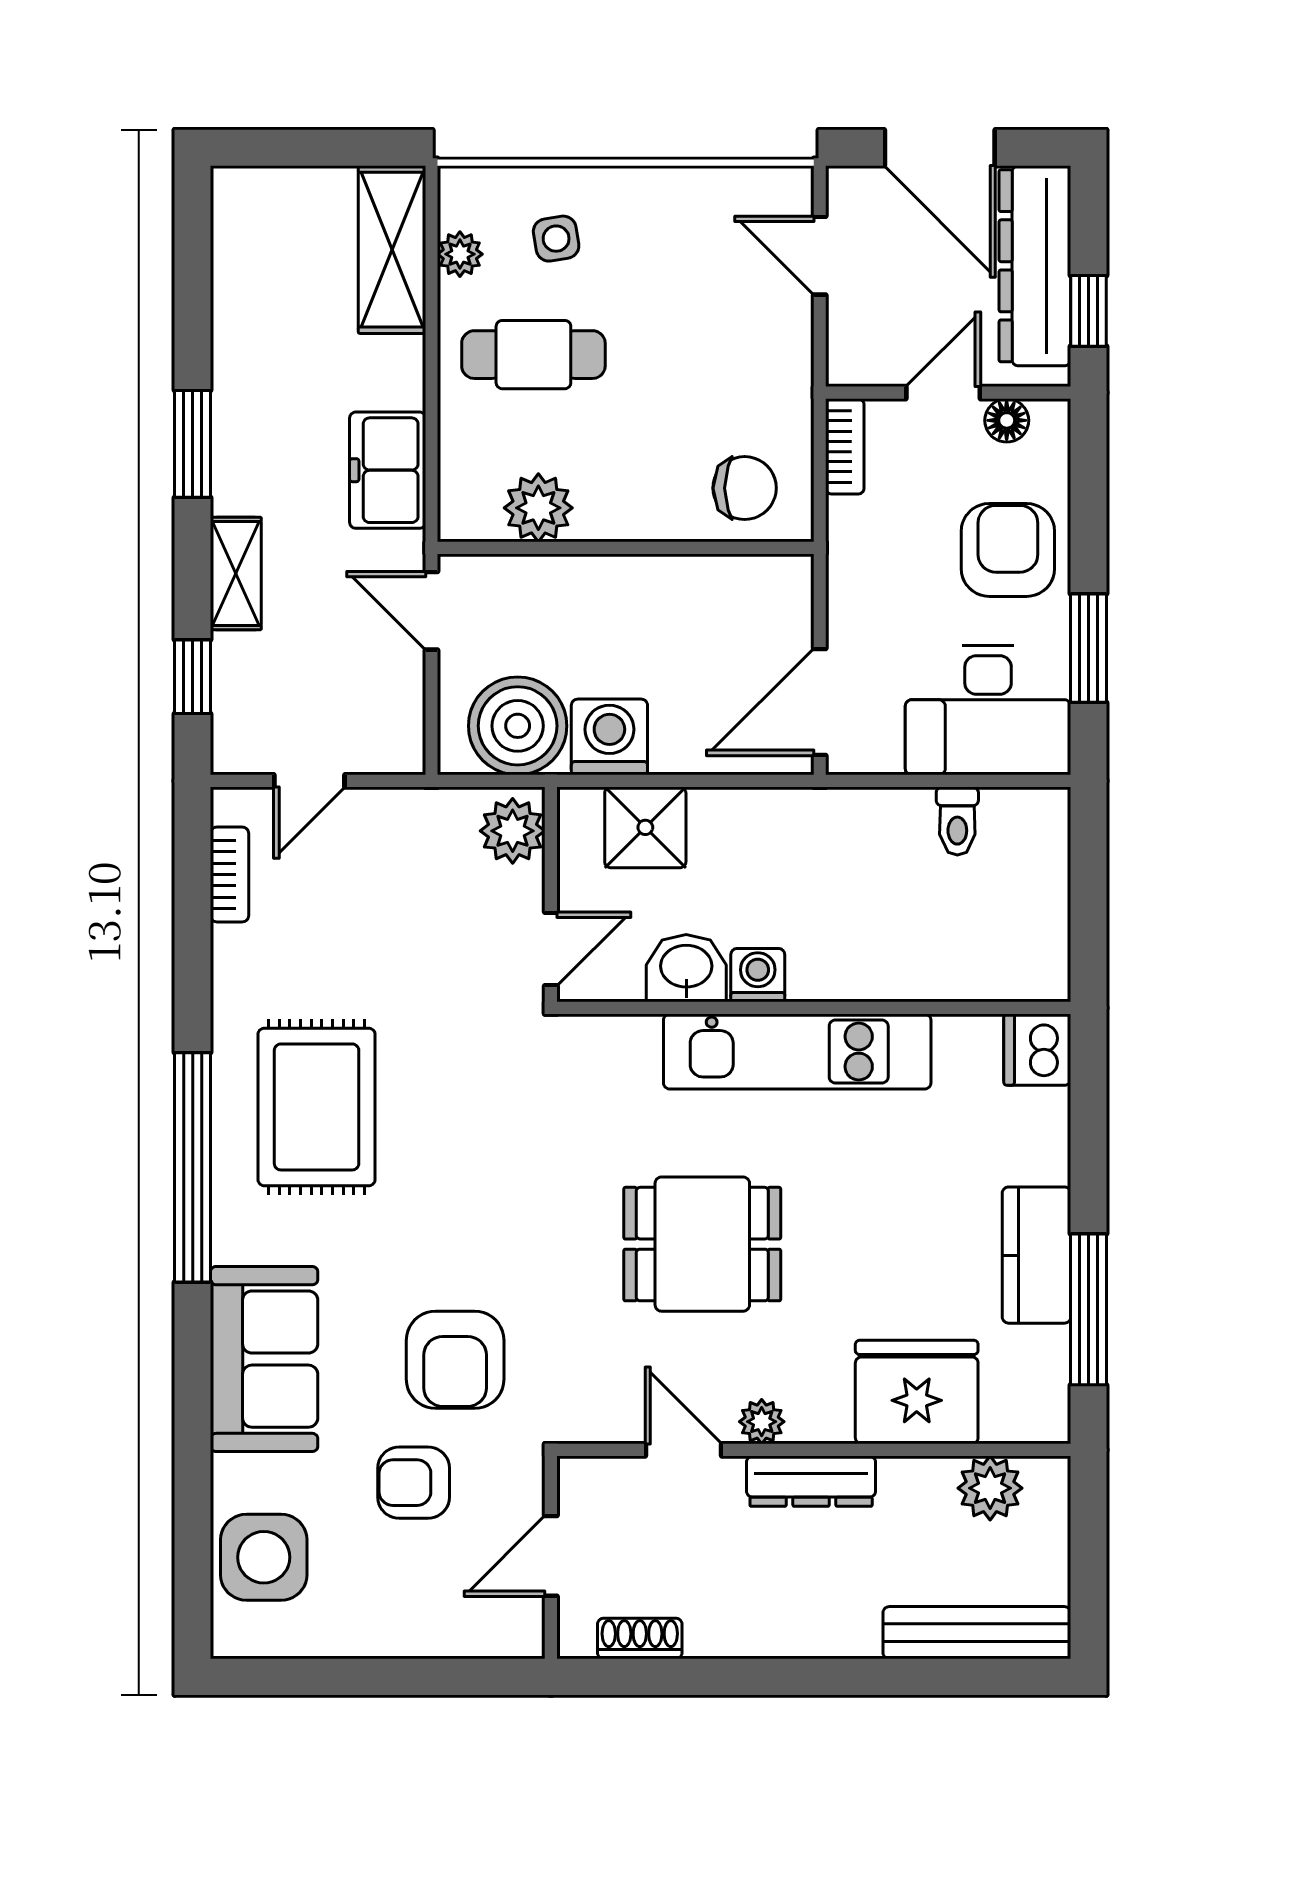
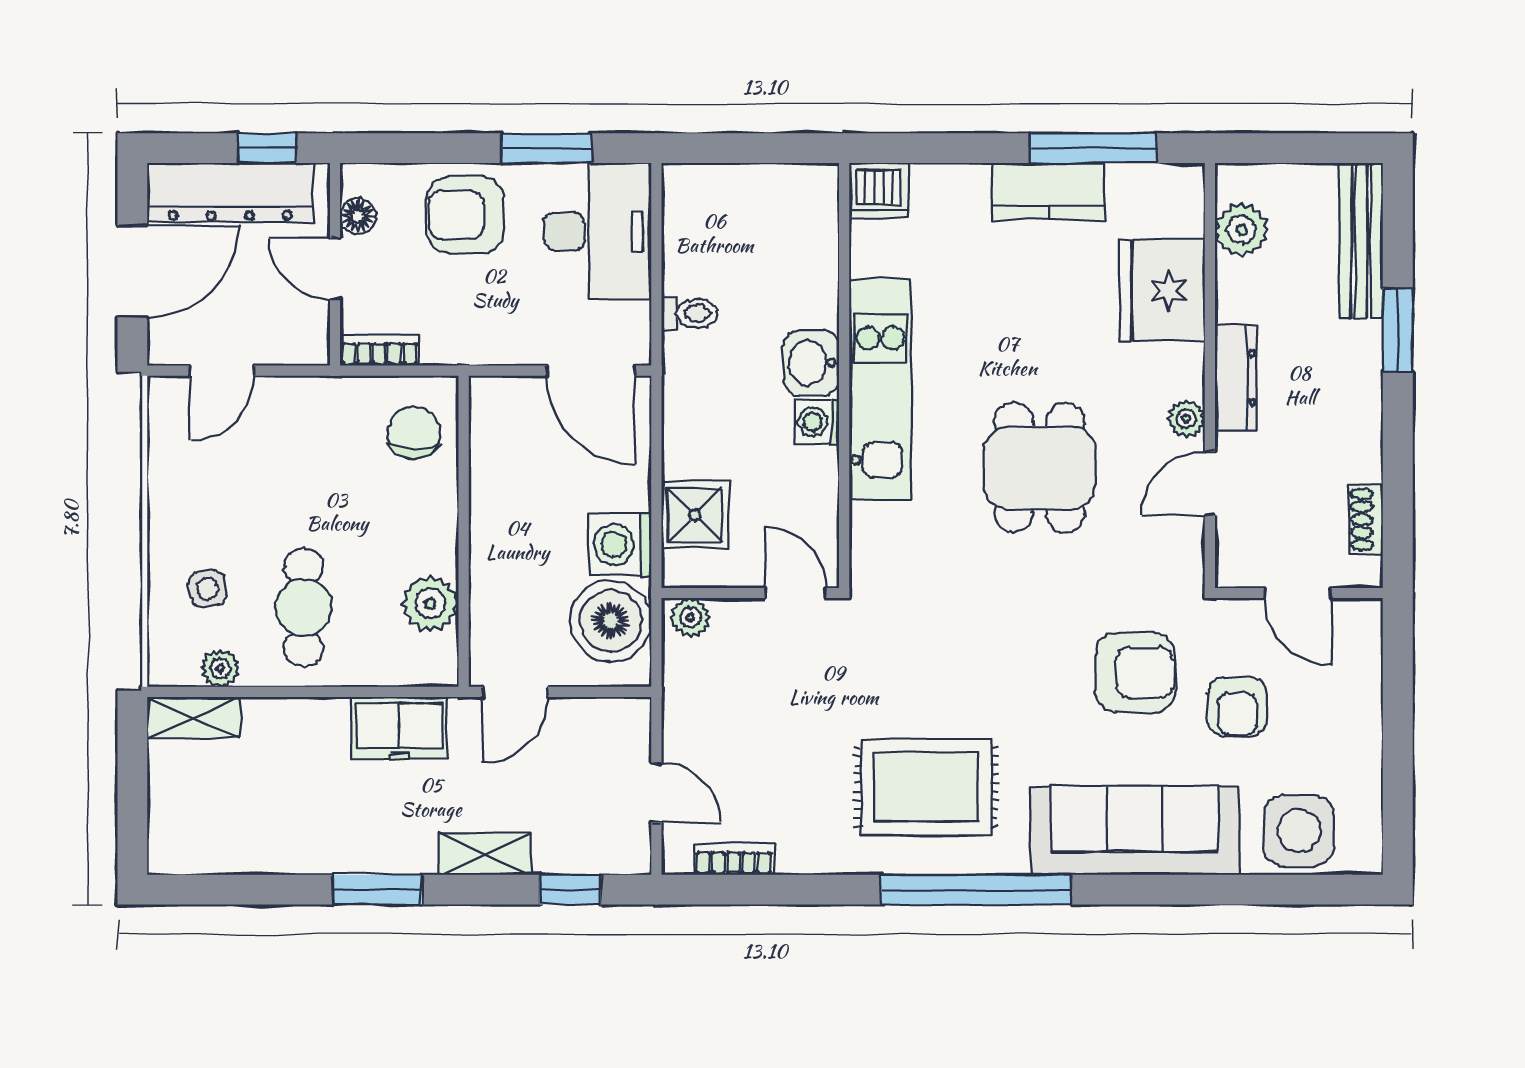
shelving: (392, 250) -> (194, 718), width x0.67, depth x0.75
toilet: (957, 821) -> (689, 313), moved
plant: (513, 831) -> (690, 618), width x0.73, depth x0.73
washbasin: (686, 968) -> (811, 363), moved
sofa: (264, 1359) -> (1135, 830), width x1.36
window: (869, 1677) -> (1398, 330), added

